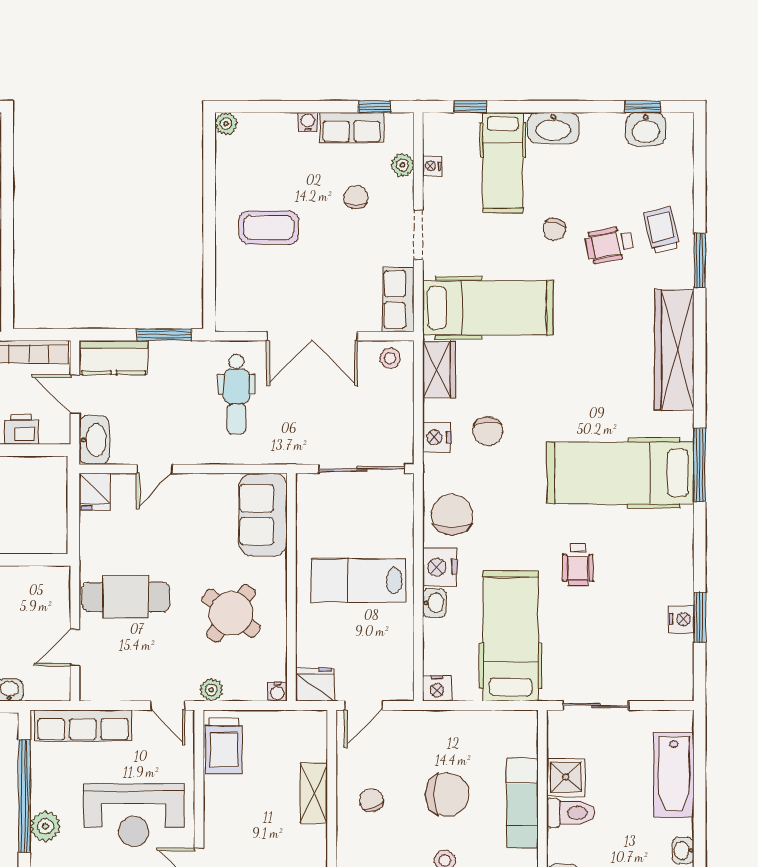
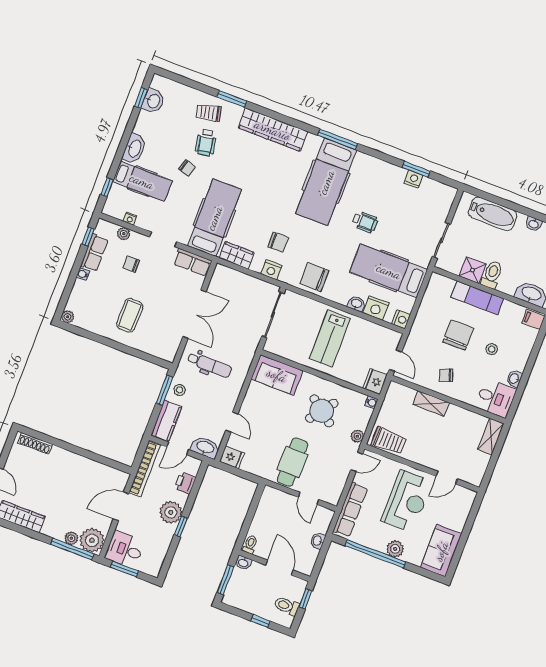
stool: (390, 358) -> (180, 390), moved
nightstand: (440, 567) -> (376, 308), moved

